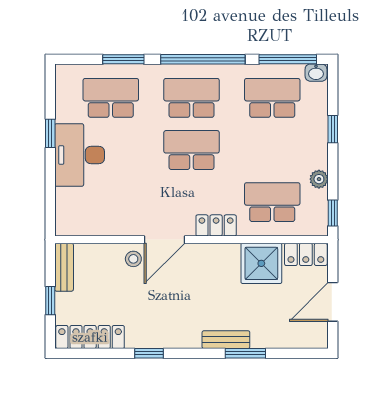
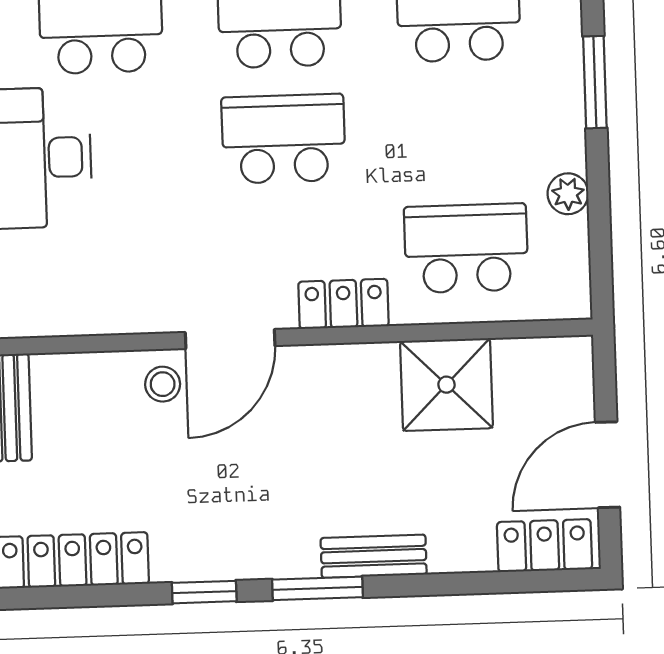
window: (333, 129) -> (595, 82), width x1.50
window: (333, 213) -> (601, 268), removed
locker: (306, 254) -> (545, 546), moved, turned 180
window: (245, 353) -> (317, 588), moved

